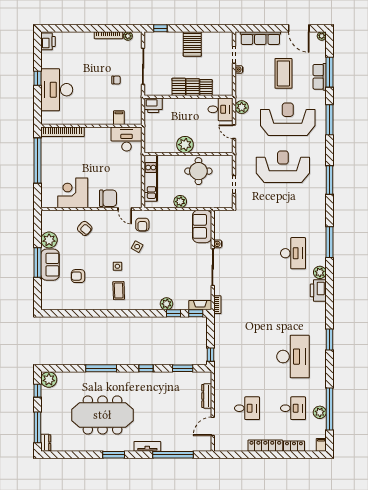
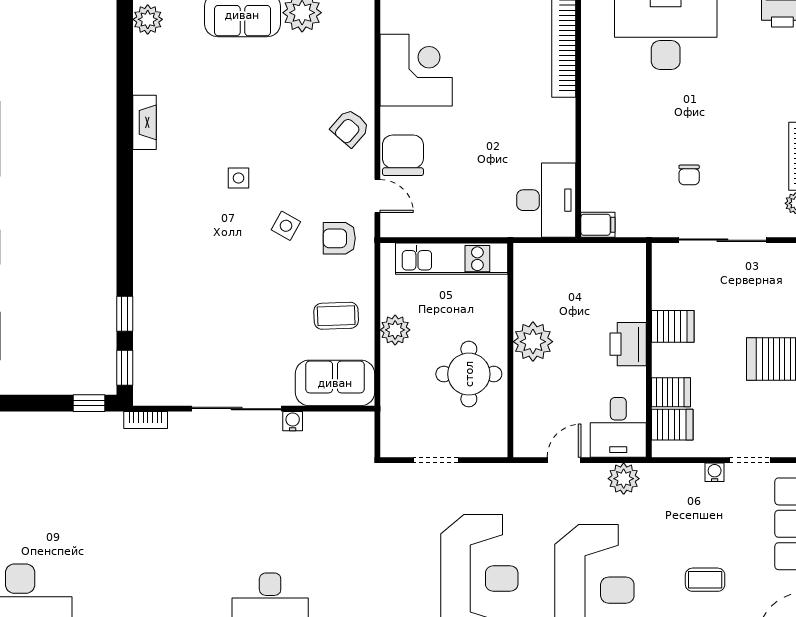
coffee table: (283, 73) -> (705, 580), width x0.54, depth x0.58
server rack: (193, 87) -> (672, 425), moved
printer: (153, 105) -> (628, 344), moved
filing cabinet: (119, 118) -> (598, 225), moved
chair: (108, 198) -> (403, 155), turned 180
door: (125, 209) -> (377, 196), swing flipped
armchair: (85, 228) -> (350, 128), moved
armchair: (78, 276) -> (215, 83), removed
coffee table: (119, 291) -> (336, 316), moved
plant: (166, 304) -> (148, 19), moved
fireplace: (200, 305) -> (144, 122), moved
window: (210, 355) -> (89, 403), moved

